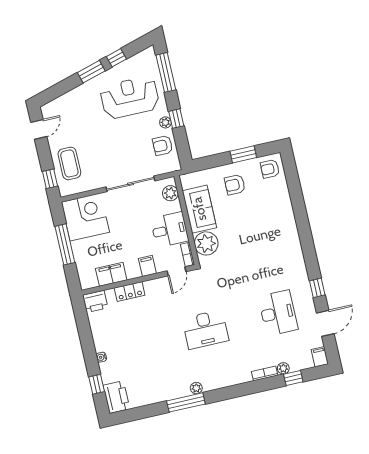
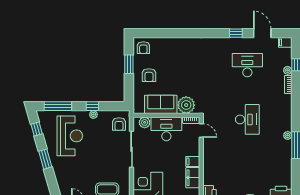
window: (116, 58) -> (37, 129), moved
reception desk: (130, 97) -> (70, 136), turned 180
armchair: (163, 146) -> (119, 124), moved
desk: (170, 230) -> (166, 129), width x1.37
filing cabinet: (147, 266) -> (193, 161), moved
locker: (130, 292) -> (208, 167), removed

